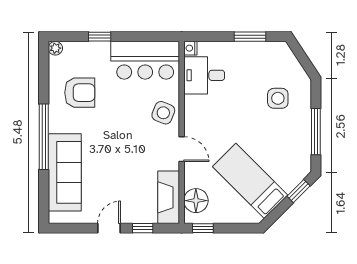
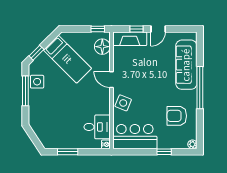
side table: (278, 98) -> (37, 82), moved
fireplace: (169, 197) -> (130, 39), moved, turned 90

